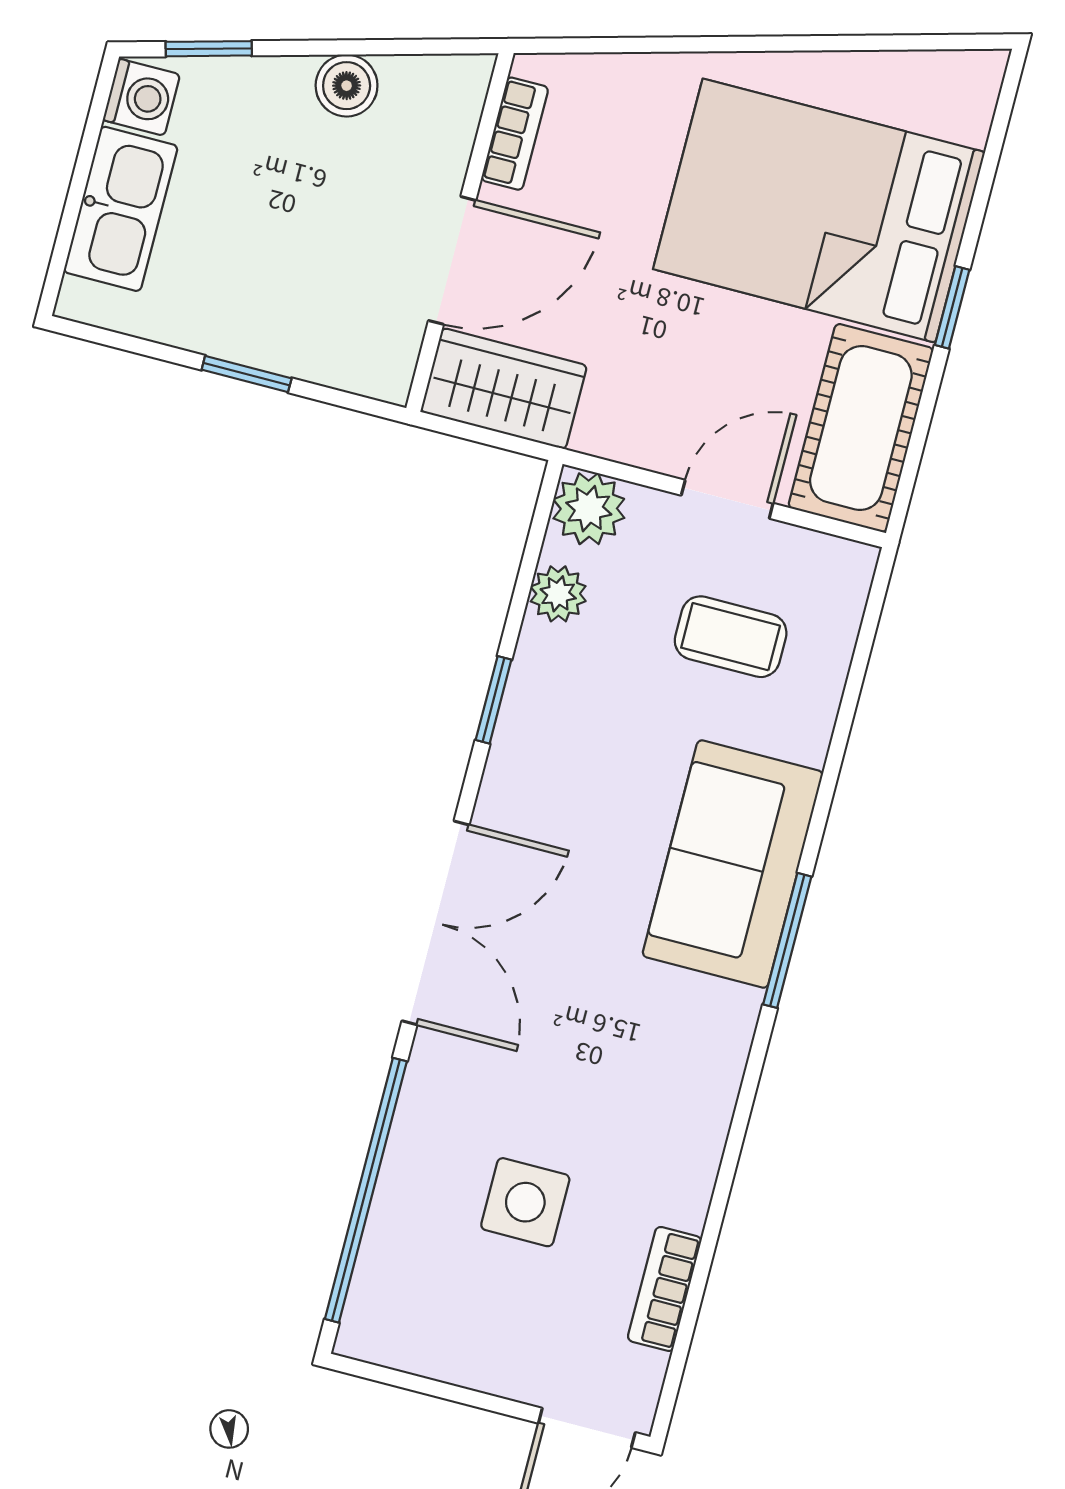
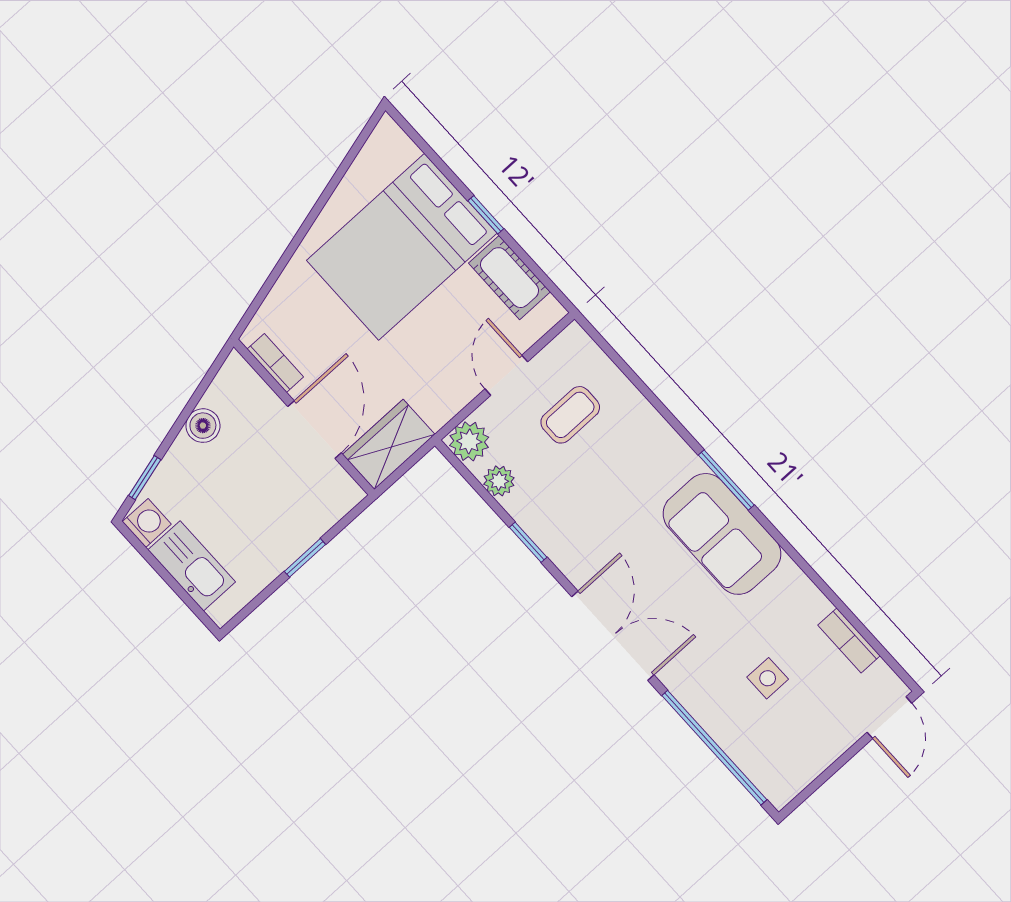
cot: (861, 428) -> (509, 278), width x0.73, depth x0.75
sofa: (733, 864) -> (722, 534), moved
side table: (525, 1202) -> (768, 678), width x0.73, depth x0.73

